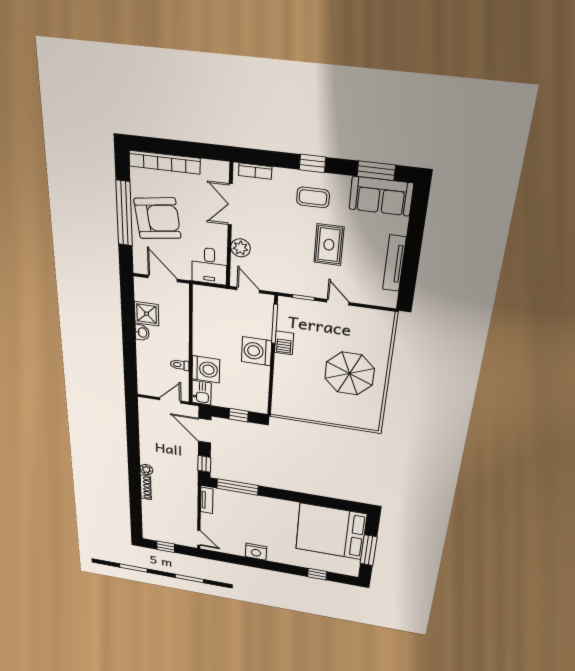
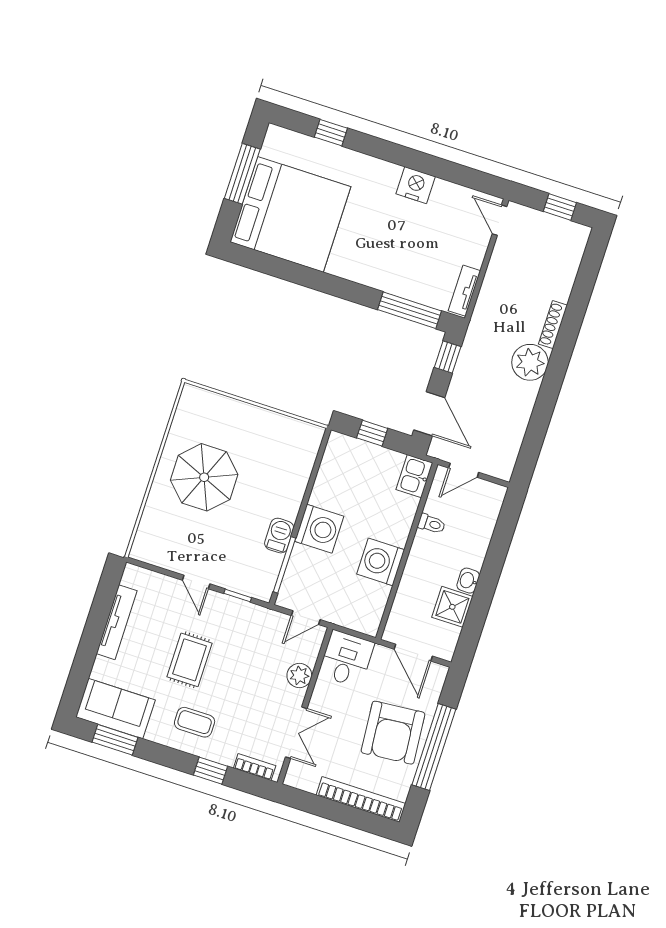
window: (312, 163) -> (211, 771), moved
armchair: (157, 218) -> (393, 733), turned -87
door: (248, 290) -> (306, 618), hinge flipped
washing machine: (206, 369) -> (381, 562), moved
plant: (146, 470) -> (530, 362), width x1.87, depth x1.87

